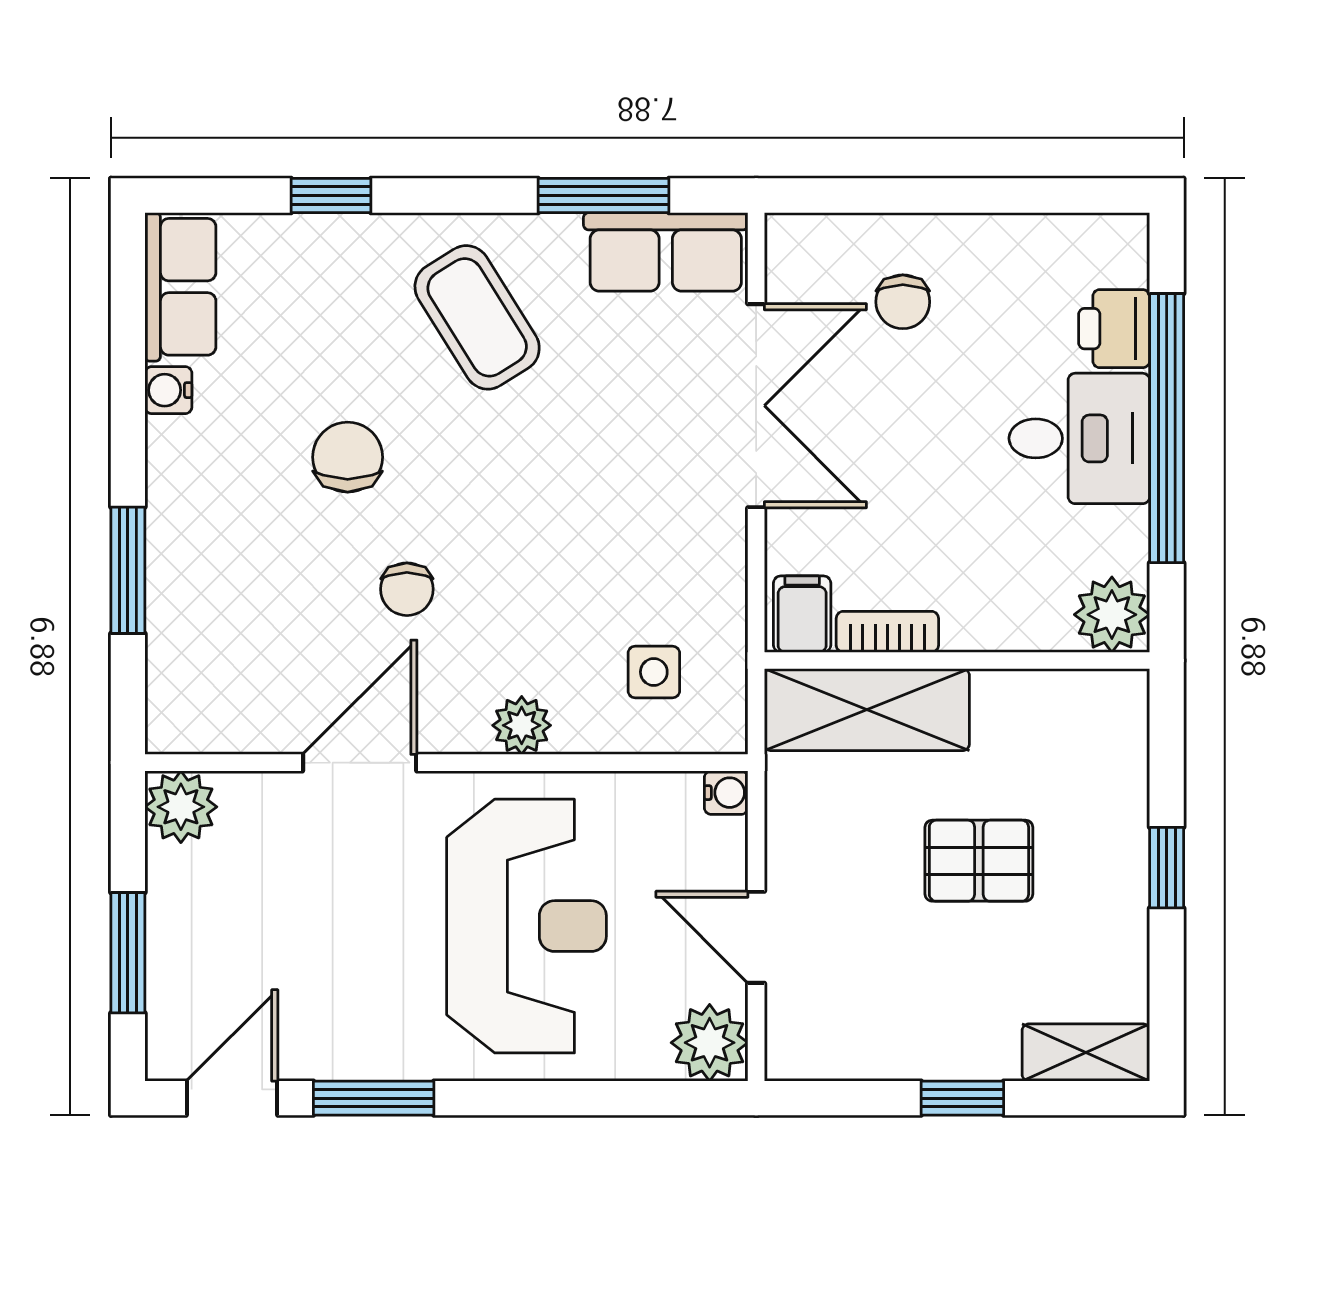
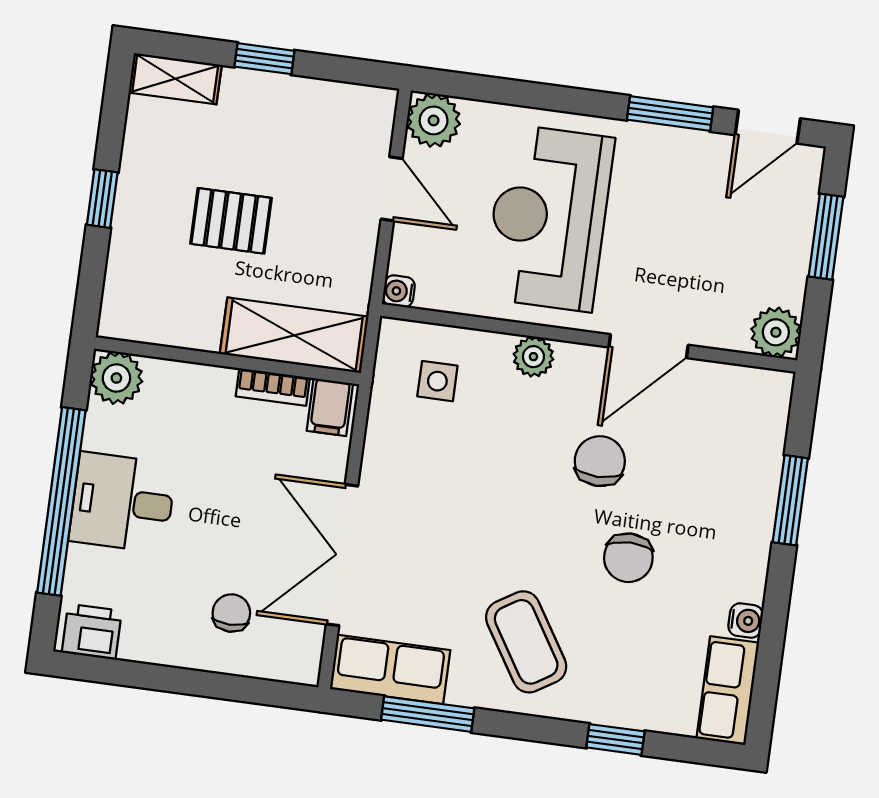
printer: (1114, 329) -> (92, 632), moved, turned -90
chair: (407, 589) -> (600, 461), width x1.37, depth x1.37

